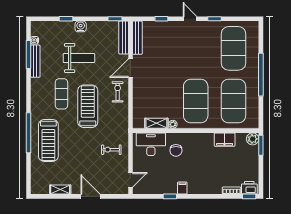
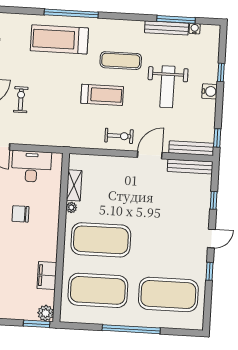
door: (130, 68) -> (150, 155), hinge flipped
treadmill: (88, 106) -> (102, 95), width x0.73, depth x0.73
desk: (151, 144) -> (31, 166), moved, turned -90
exercise bike: (111, 150) -> (21, 100), moved
chair: (176, 150) -> (20, 214), moved

